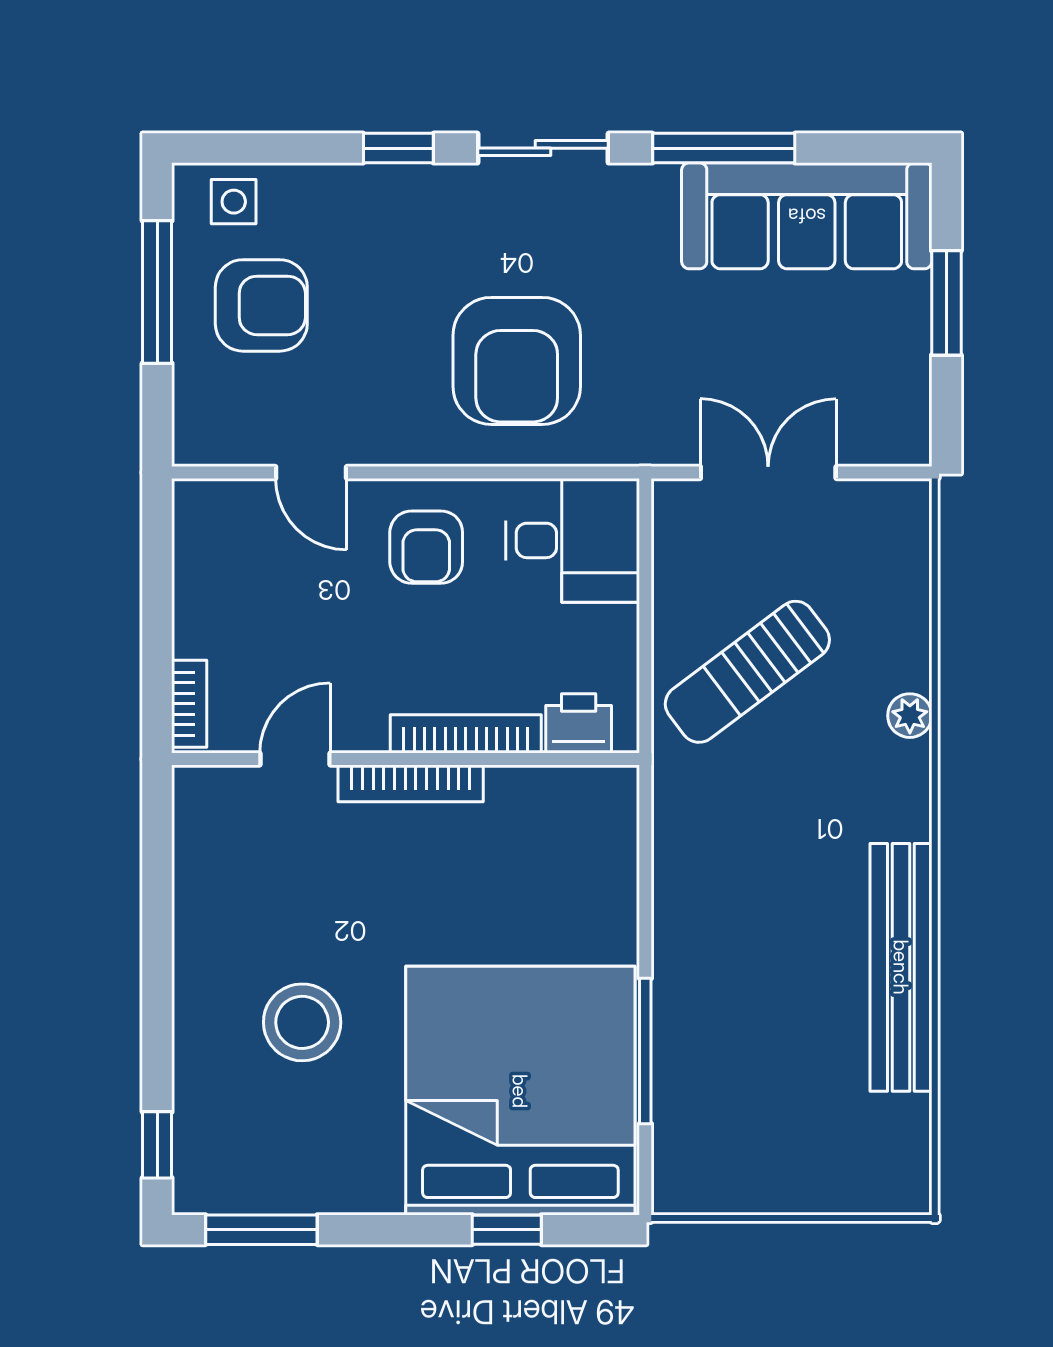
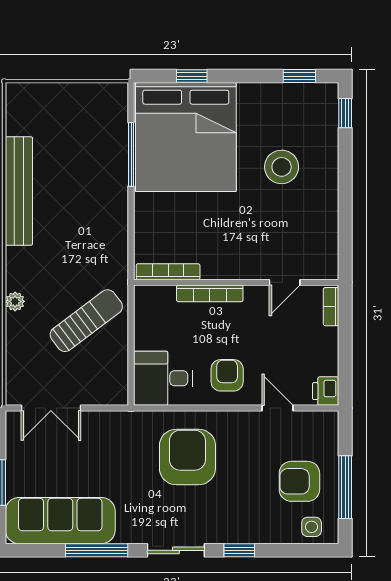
double door: (768, 473) -> (51, 408), moved
printer: (579, 723) -> (326, 391), moved, turned 90
bookcase: (411, 783) -> (168, 272), moved
window: (261, 1230) -> (299, 76), width x0.67

